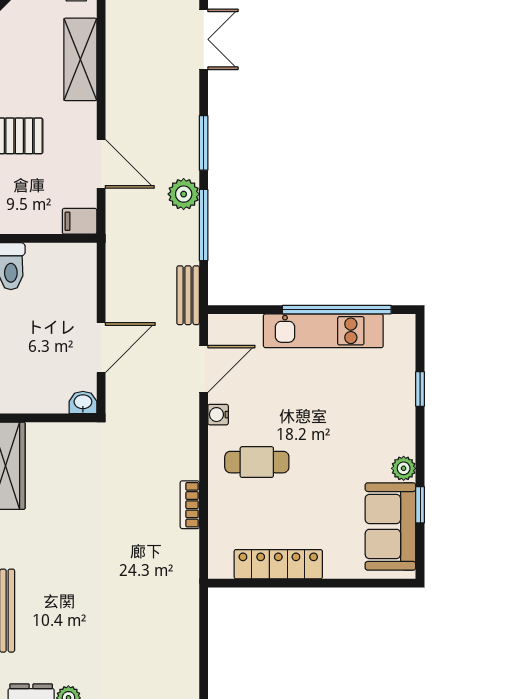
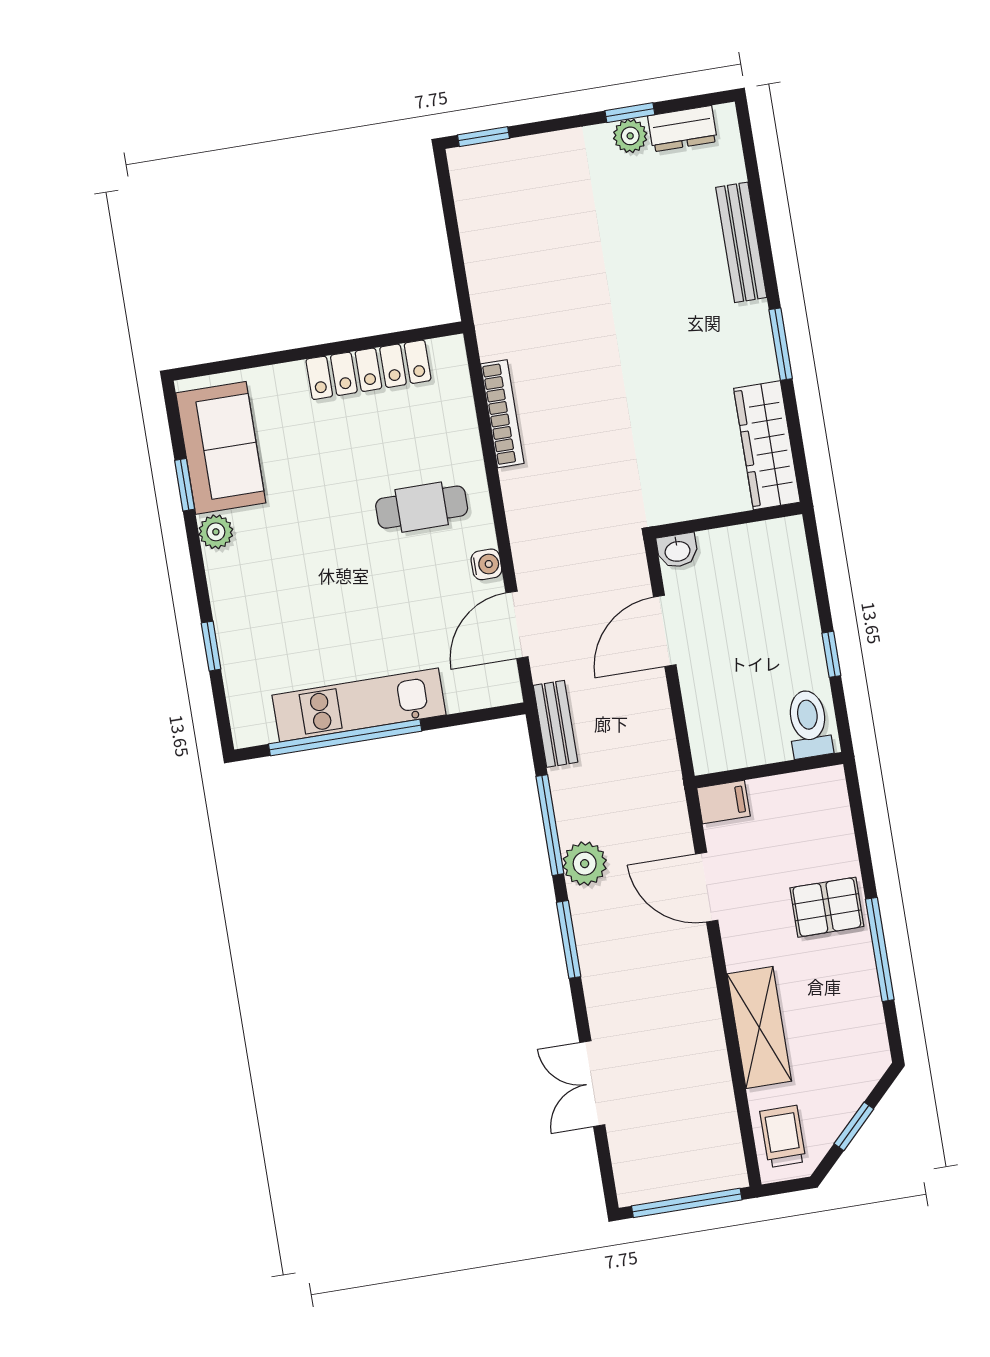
bookcase: (190, 505) -> (502, 414), width x1.56

